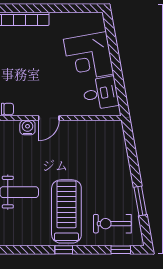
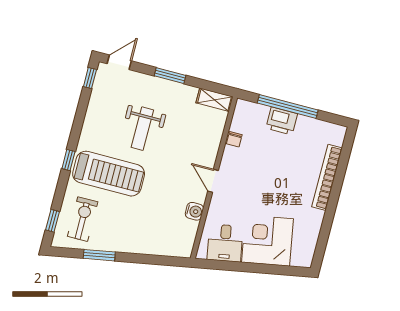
water cooler: (27, 127) -> (194, 211), moved

